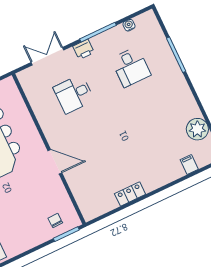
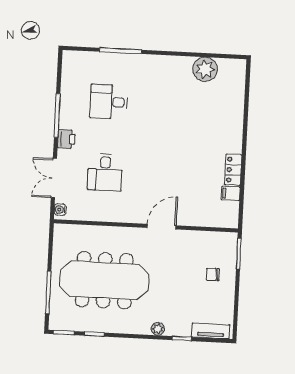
water cooler: (129, 25) -> (60, 210), moved
desk: (131, 67) -> (109, 102), turned 180
filing cabinet: (189, 165) -> (231, 193), moved
chair: (55, 220) -> (213, 275), moved

